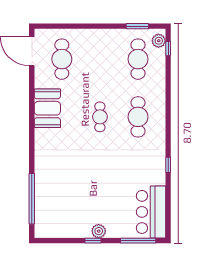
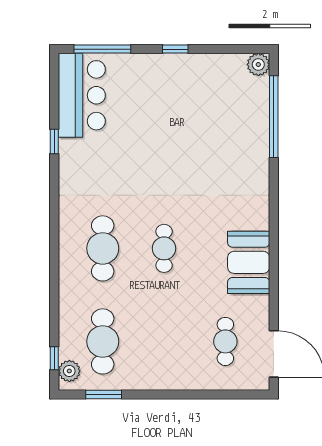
cafe table: (62, 59) -> (225, 341), width x0.73, depth x0.74
window: (168, 165) -> (54, 142), moved
plant: (99, 231) -> (258, 64), moved

